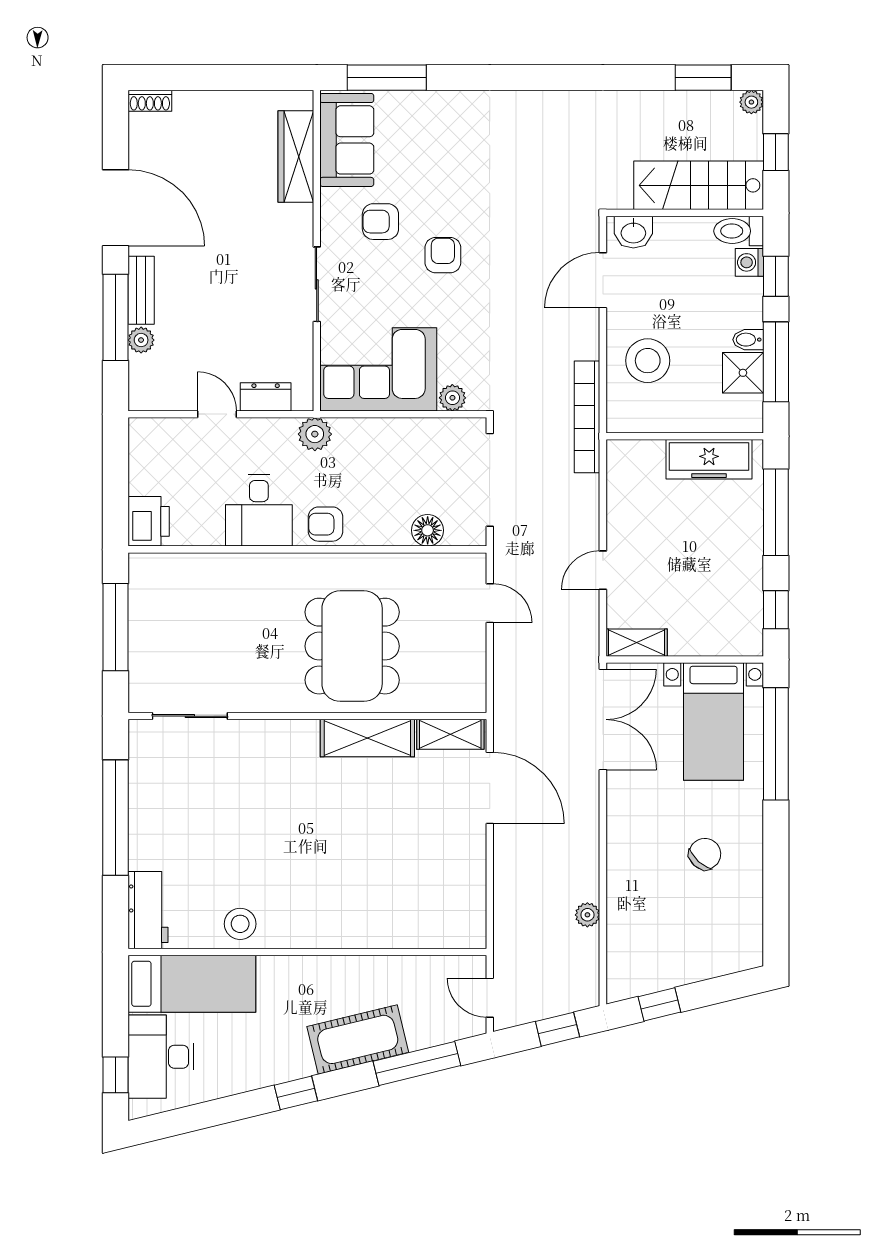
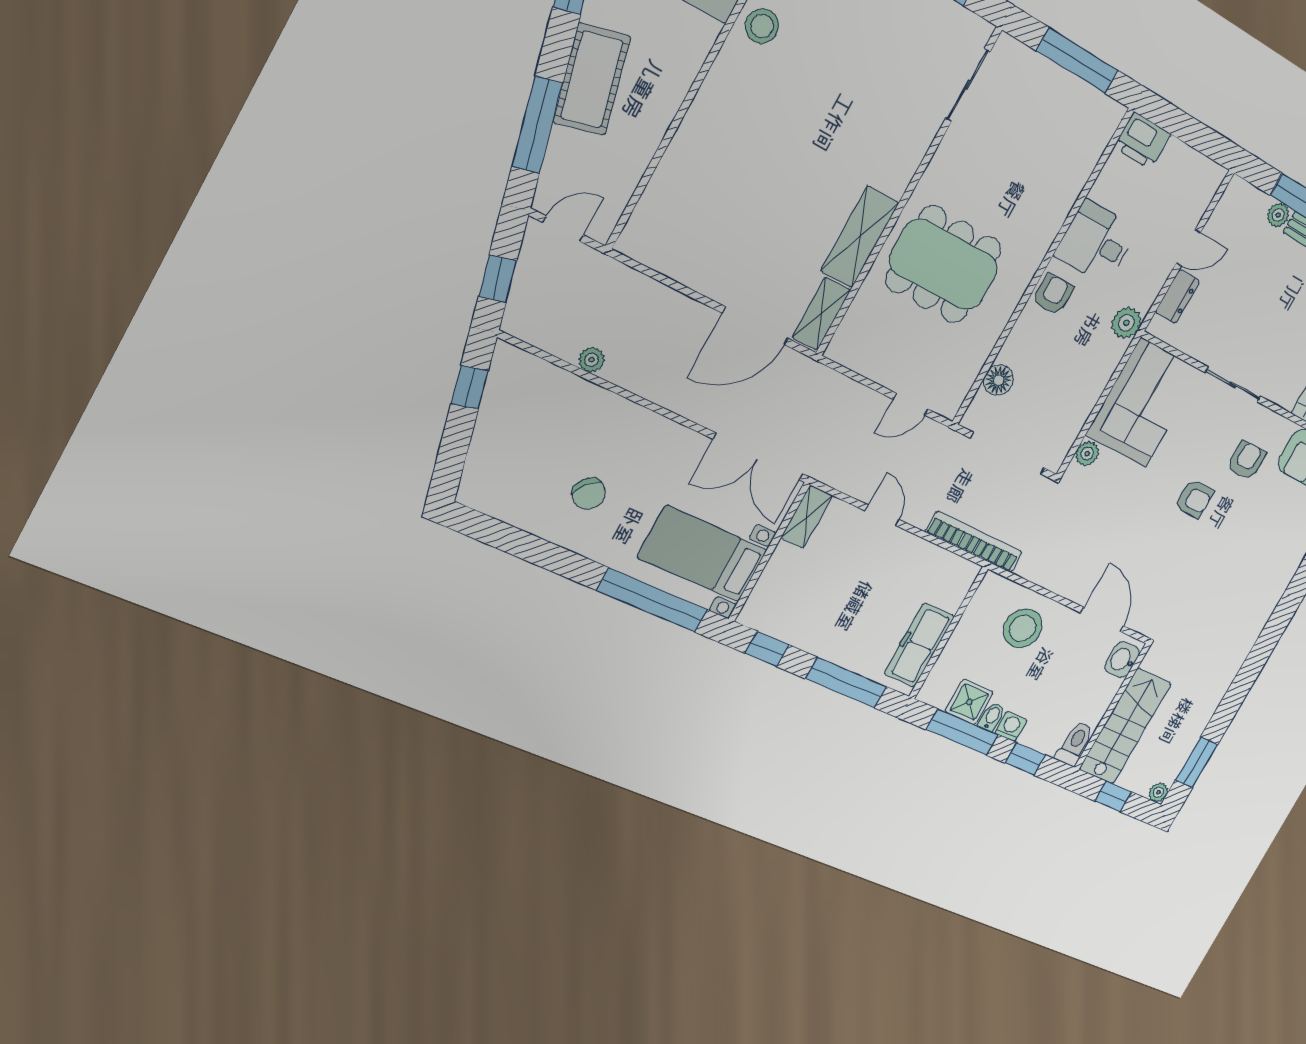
washing machine: (749, 262) -> (1011, 726), moved
bookcase: (587, 417) -> (974, 542), moved

